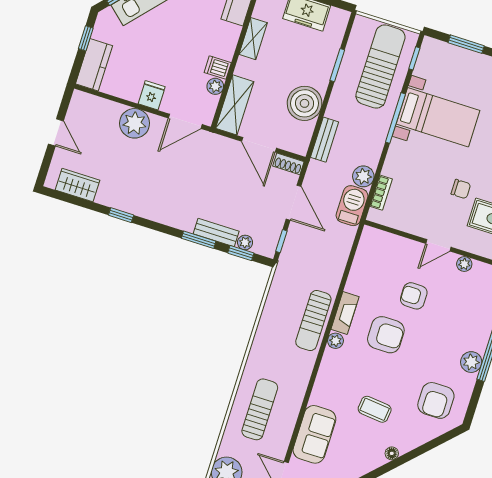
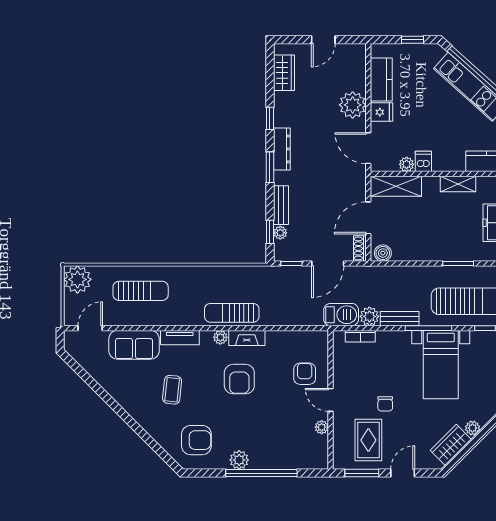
kitchen counter: (94, 65) -> (381, 80), moved, turned -90
boiler: (305, 103) -> (383, 253), moved, width x0.54, depth x0.54
bench: (325, 140) -> (400, 319), moved
dresser: (157, 213) -> (282, 149), added
window: (199, 240) -> (270, 167), moved
armchair: (414, 296) -> (305, 374), moved
tv unit: (322, 384) -> (180, 338), added
armchair: (436, 400) -> (196, 440), turned 180
floor lamp: (392, 453) -> (139, 417), removed

